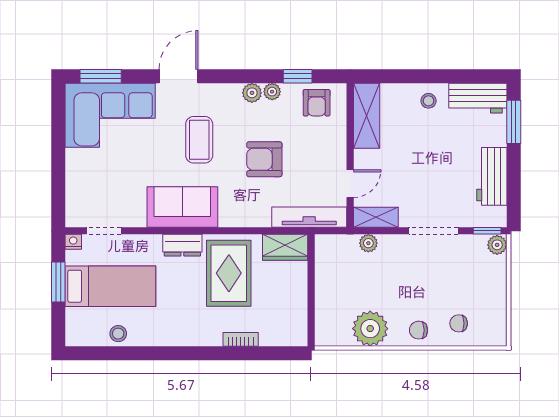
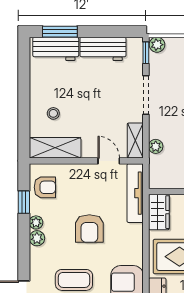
workbench: (478, 98) -> (56, 49), moved, turned 90
stool: (429, 101) -> (53, 113), moved

